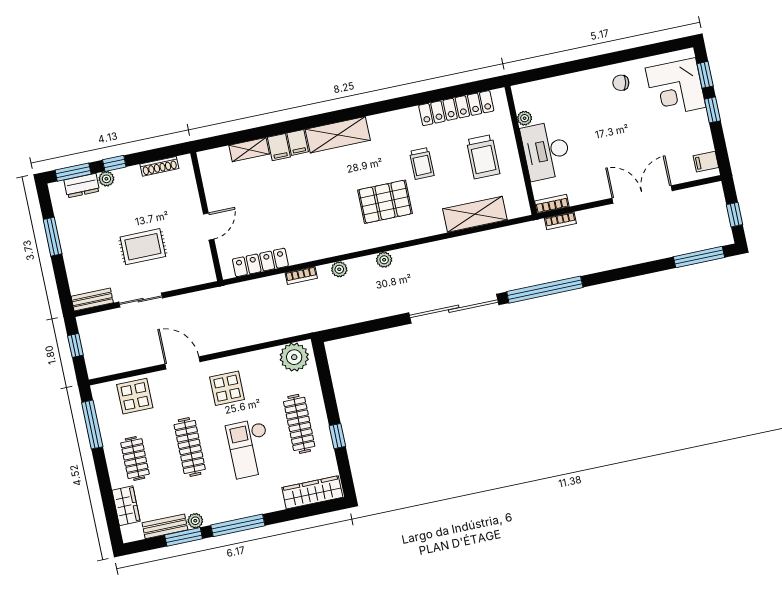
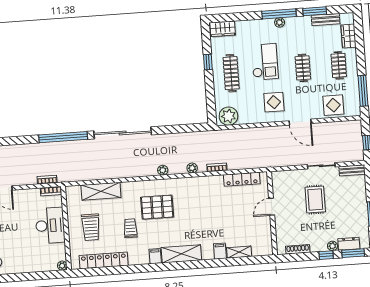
plant: (525, 118) -> (62, 266), moved
filing cabinet: (298, 142) -> (155, 256), moved
trolley: (483, 157) -> (91, 227), turned 180
rug: (143, 247) -> (315, 200), turned 90
clothes rail: (190, 447) -> (303, 68), width x0.73
wardrobe: (312, 492) -> (223, 29), width x0.67
plant: (195, 521) -> (280, 22), moved

